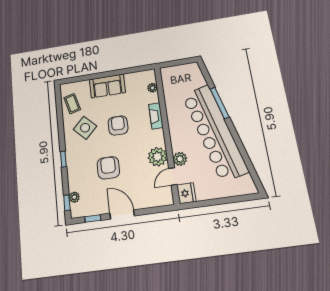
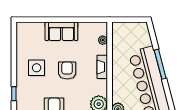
coffee table: (72, 104) -> (27, 43), removed
side table: (85, 128) -> (37, 68), turned 45

